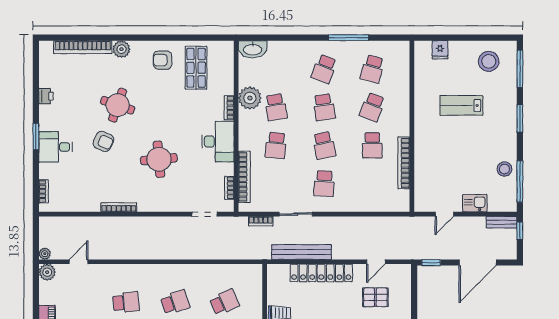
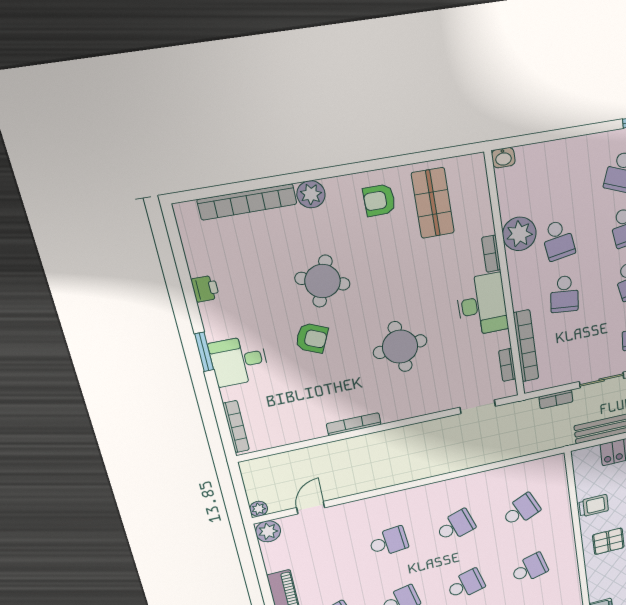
washbasin: (253, 49) -> (503, 158), width x0.52, depth x0.69
bookcase: (44, 191) -> (236, 427), width x1.56

